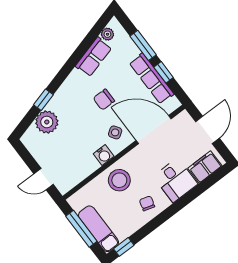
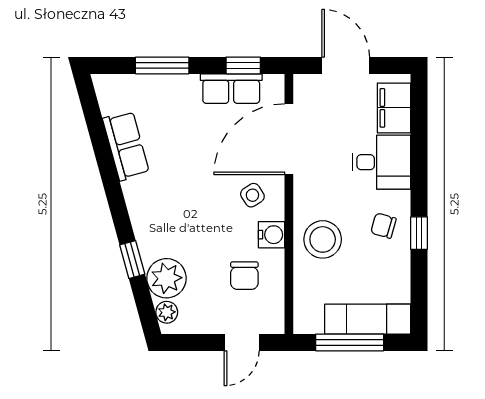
plant: (107, 34) -> (167, 312), moved
window: (164, 72) -> (243, 65), moved
row of seats: (152, 79) -> (231, 89), width x0.68
chair: (104, 100) -> (244, 276), moved
window: (124, 247) -> (419, 233), moved

